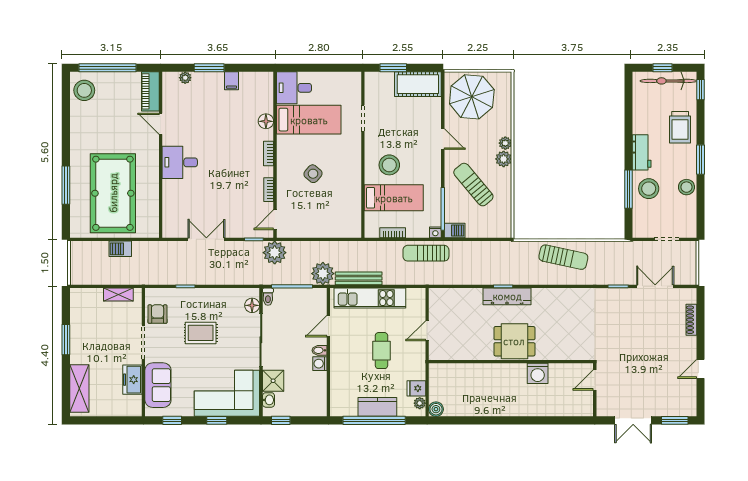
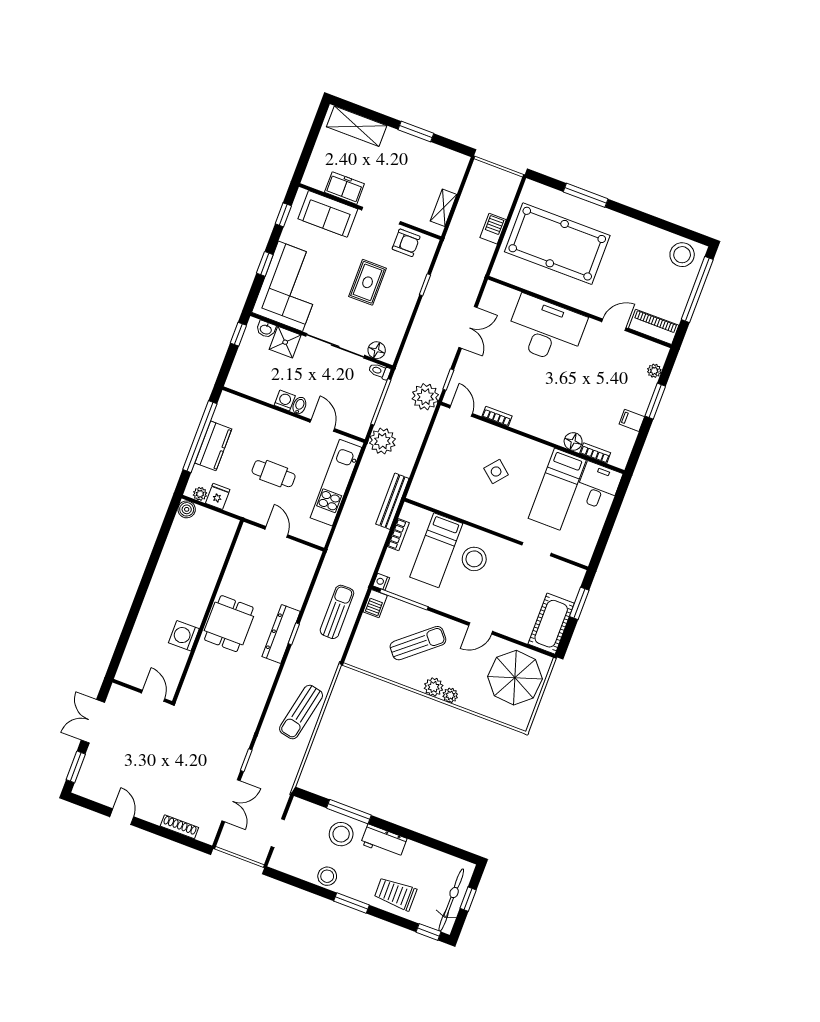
bookcase: (269, 153) -> (595, 453), moved
desk: (180, 162) -> (546, 330), width x1.87, depth x1.30
sun lounger: (426, 253) -> (337, 612), moved
bench: (359, 278) -> (392, 501), moved

